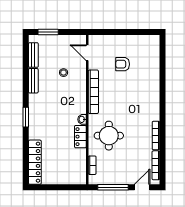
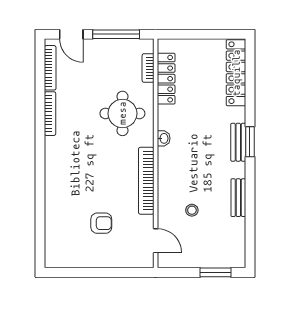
bench: (33, 55) -> (238, 142), moved
locker: (80, 137) -> (166, 79), moved, width x1.53
door: (142, 187) -> (71, 34), hinge flipped

